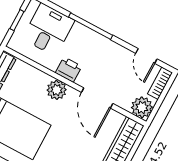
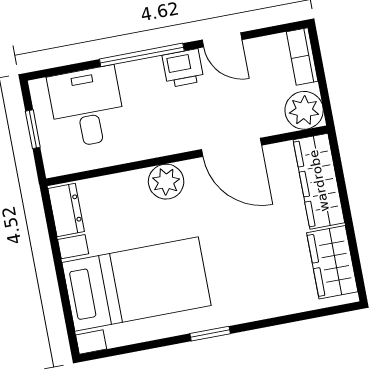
door: (146, 56) -> (222, 40), moved
printer: (69, 70) -> (183, 68), moved, turned 180

